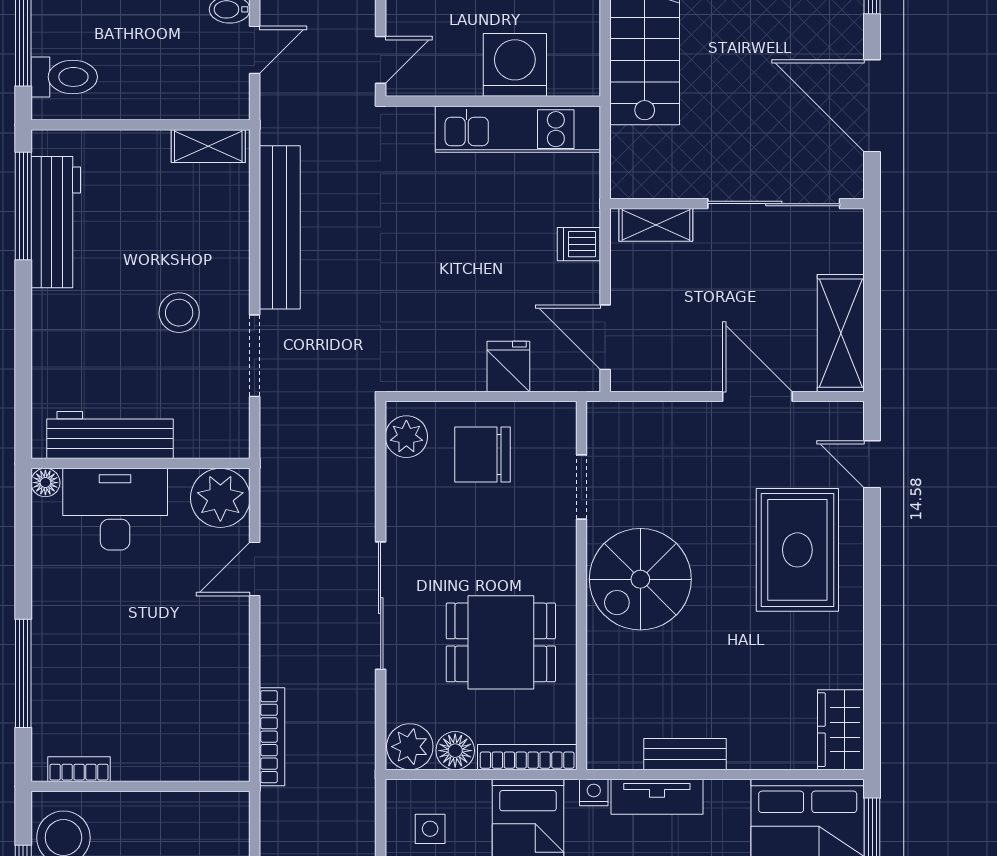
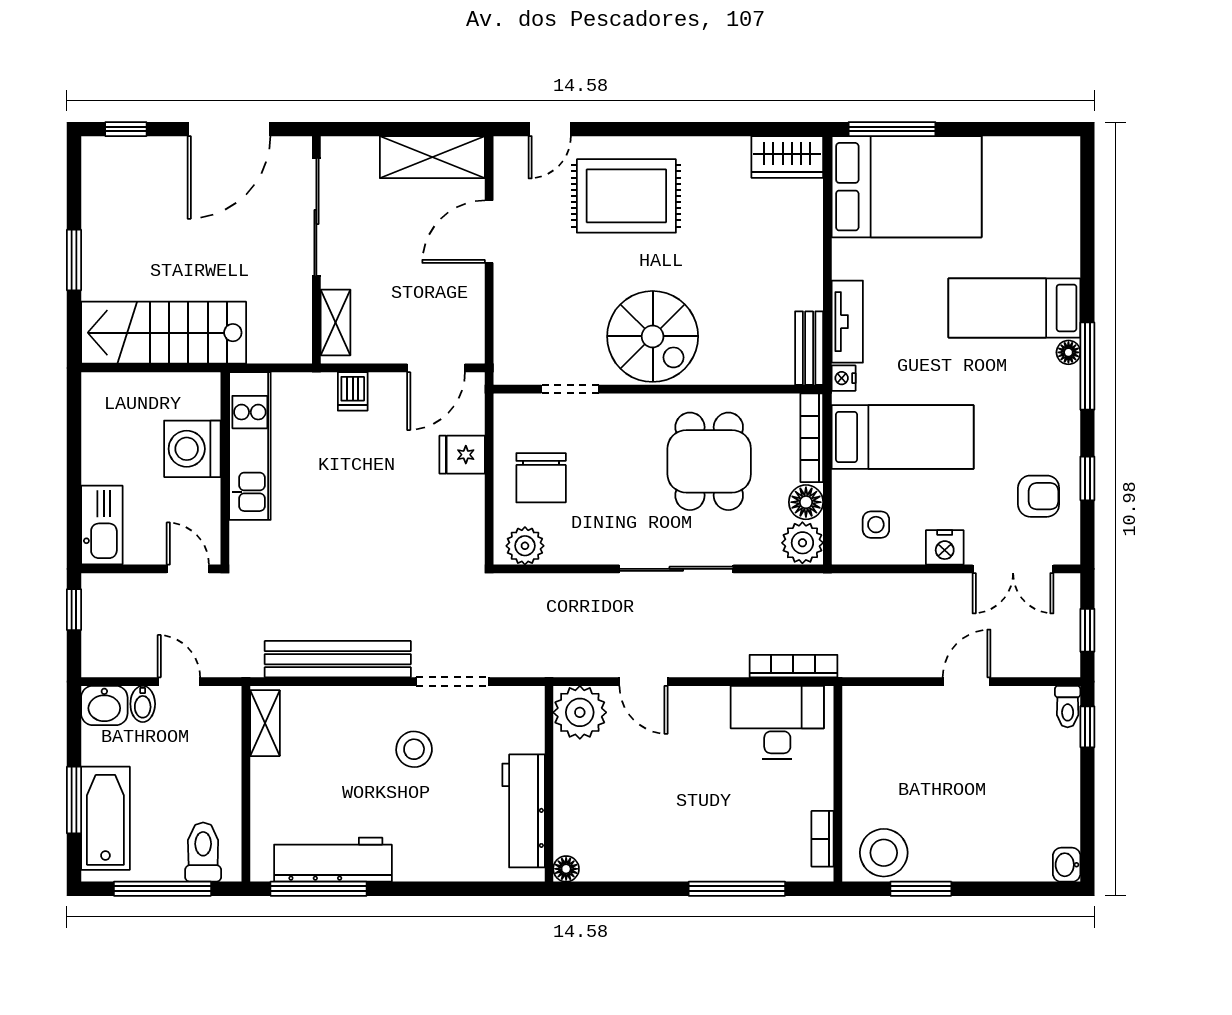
desk: (115, 509) -> (777, 722), moved, turned 90
bench: (685, 754) -> (809, 348), moved

